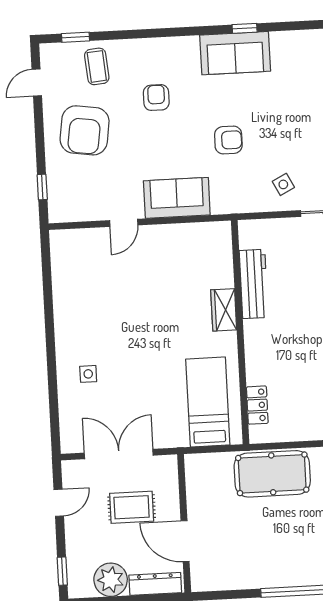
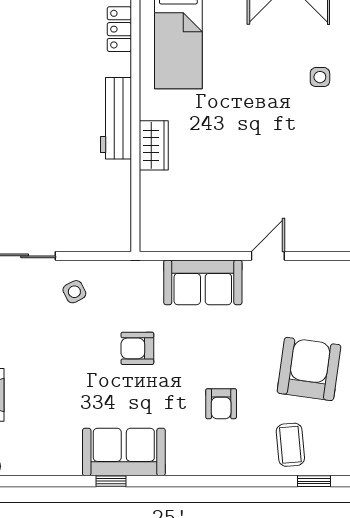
workbench: (254, 284) -> (116, 118), moved

